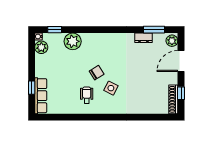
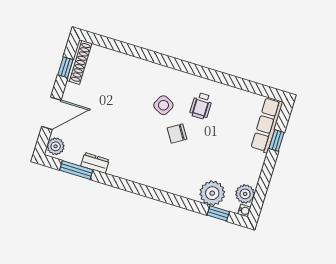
plant: (73, 41) -> (212, 193), moved

